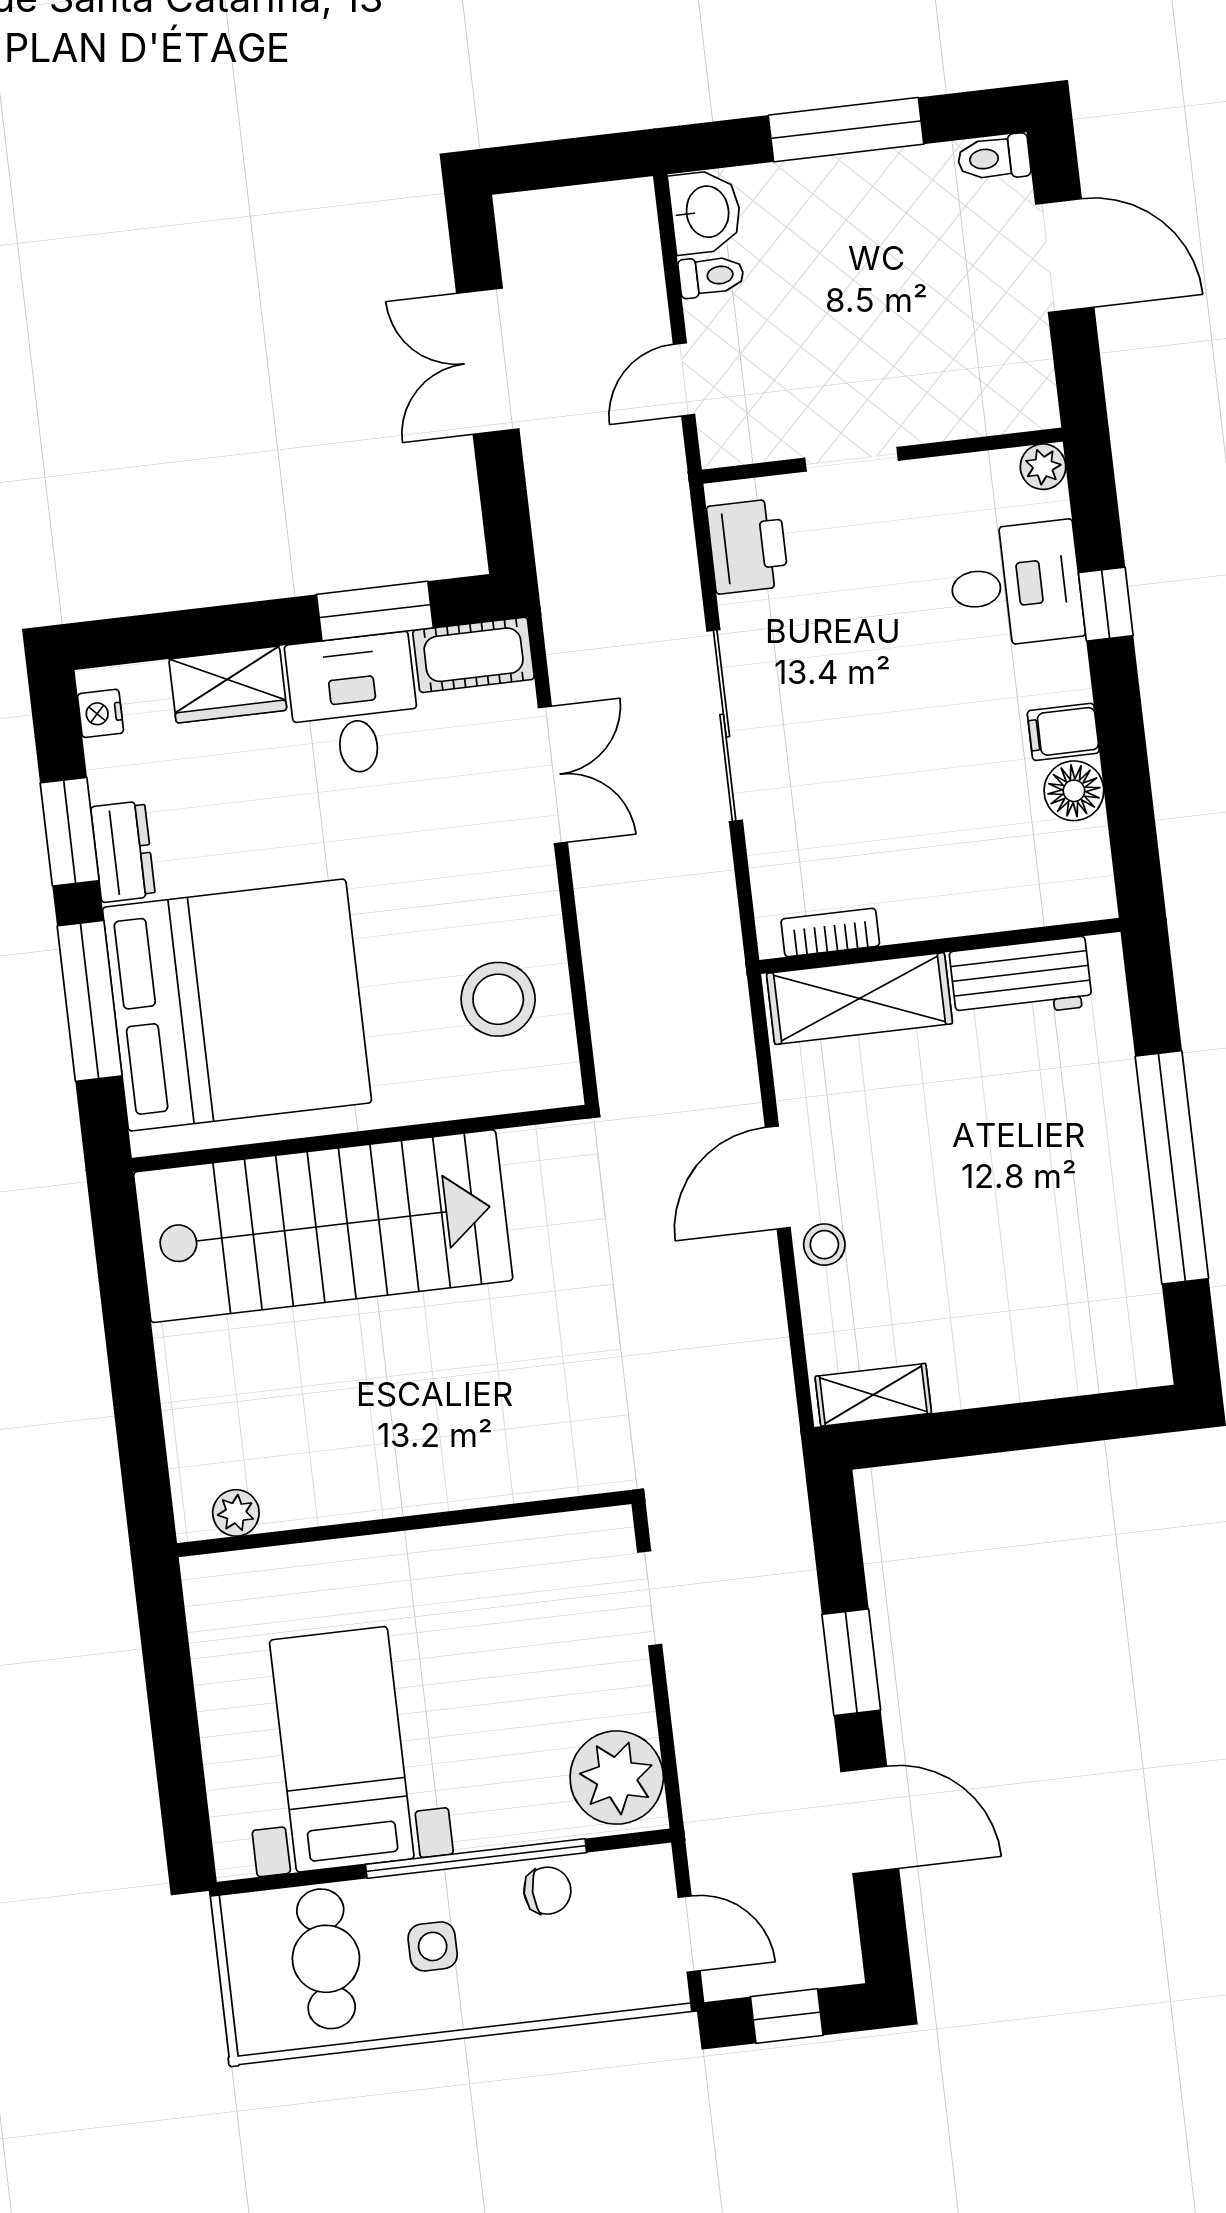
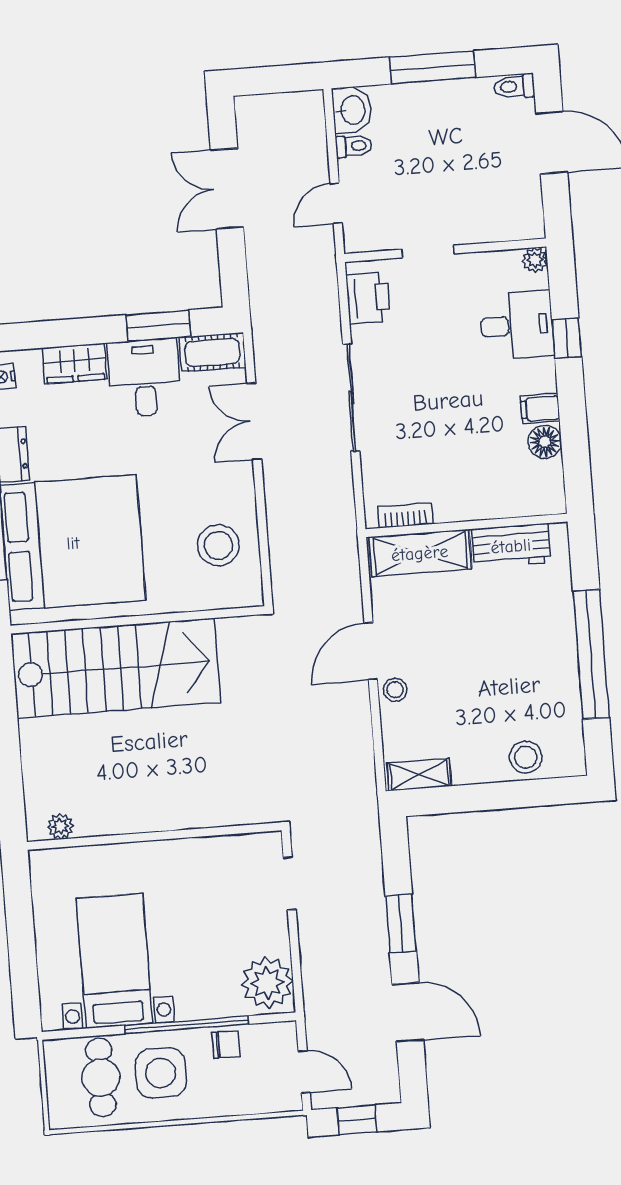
double door: (553, 775) -> (254, 421), swing flipped
stool: (1063, 1356) -> (526, 757), added
side table: (433, 1946) -> (161, 1073), width x1.87, depth x1.87

